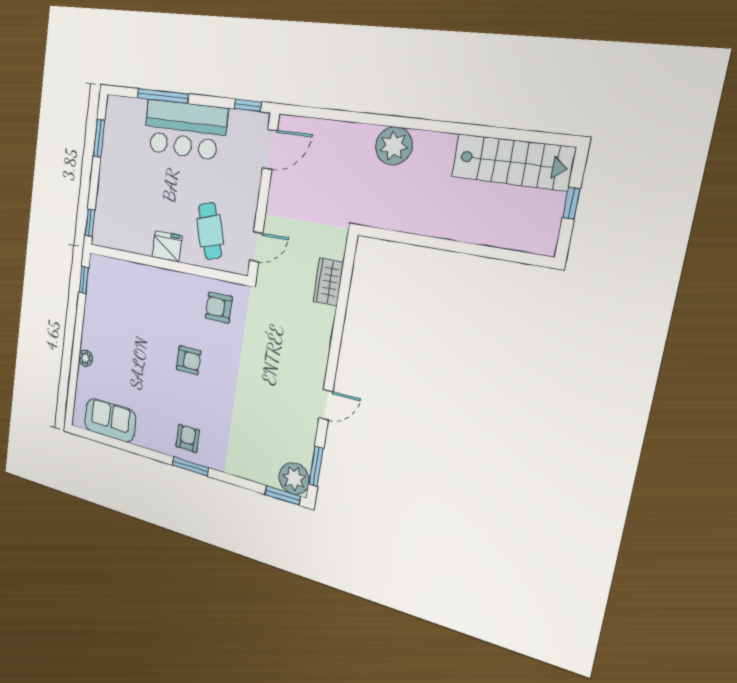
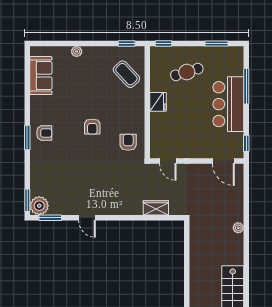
plant: (394, 146) -> (238, 228), width x0.53, depth x0.53
cafe table: (210, 231) -> (187, 72), moved
coffee table: (123, 289) -> (126, 74), added

